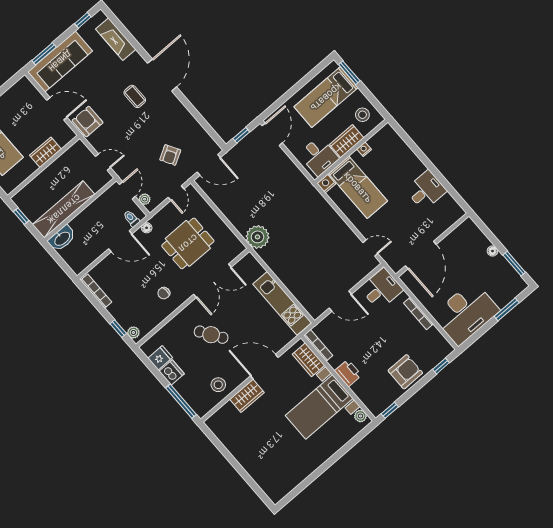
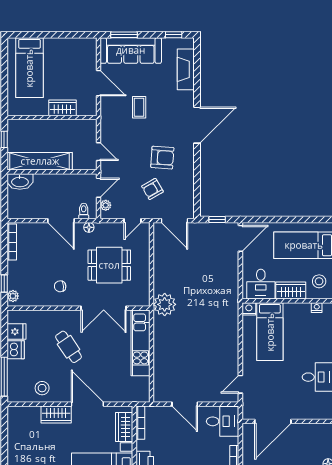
coffee table: (135, 96) -> (139, 107), moved
armchair: (88, 122) -> (162, 158), moved, turned 94
nightstand: (364, 149) -> (317, 308), moved
door: (370, 248) -> (240, 384), swing flipped
kitchen unit: (282, 303) -> (141, 343), moved

